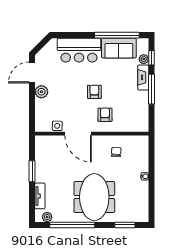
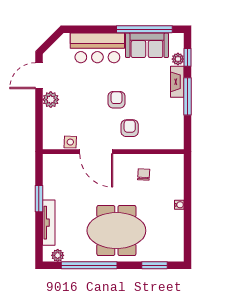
tv unit: (40, 196) -> (49, 223), width x1.41
meeting table: (94, 197) -> (116, 231), turned 90

